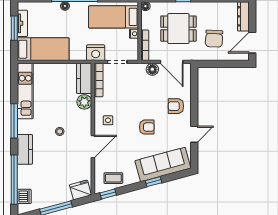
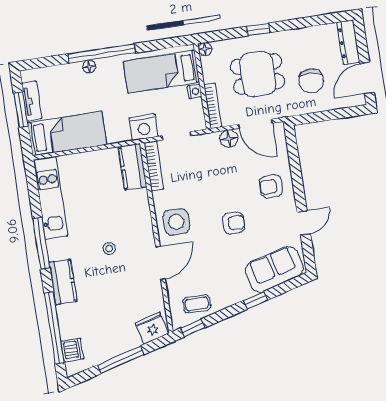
plant: (84, 102) -> (138, 201), removed
side table: (108, 120) -> (176, 222), width x1.87, depth x1.87
sofa: (163, 164) -> (274, 269), width x0.73

